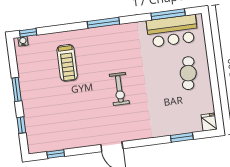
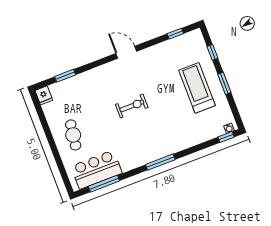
treadmill: (67, 63) -> (197, 88), moved, width x1.37, depth x1.38
exercise bike: (119, 89) -> (132, 106), turned 90

